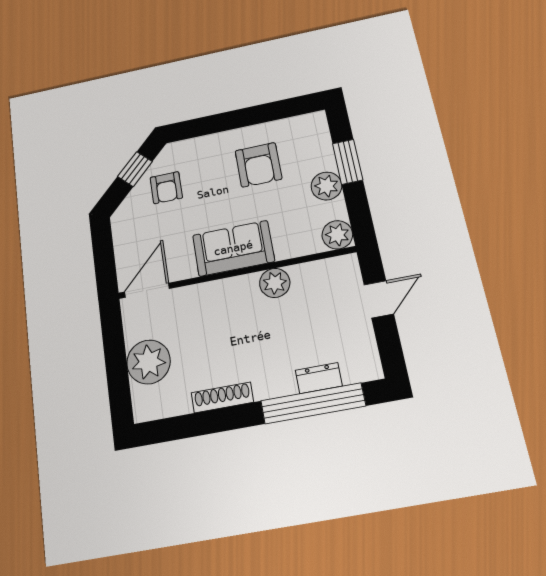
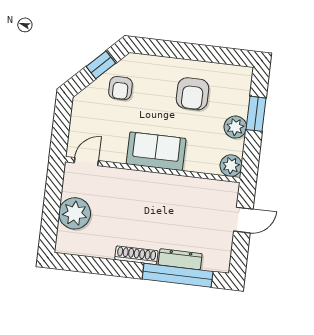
plant: (275, 283) -> (177, 186), removed
door: (147, 290) -> (86, 162), width x0.73
dresser: (319, 378) -> (180, 259), width x1.44
shoe rack: (222, 397) -> (136, 255), moved

